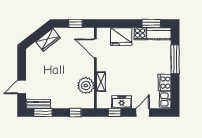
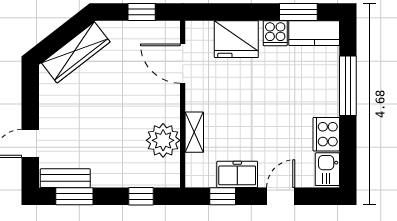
wardrobe: (48, 40) -> (76, 52), width x1.50

